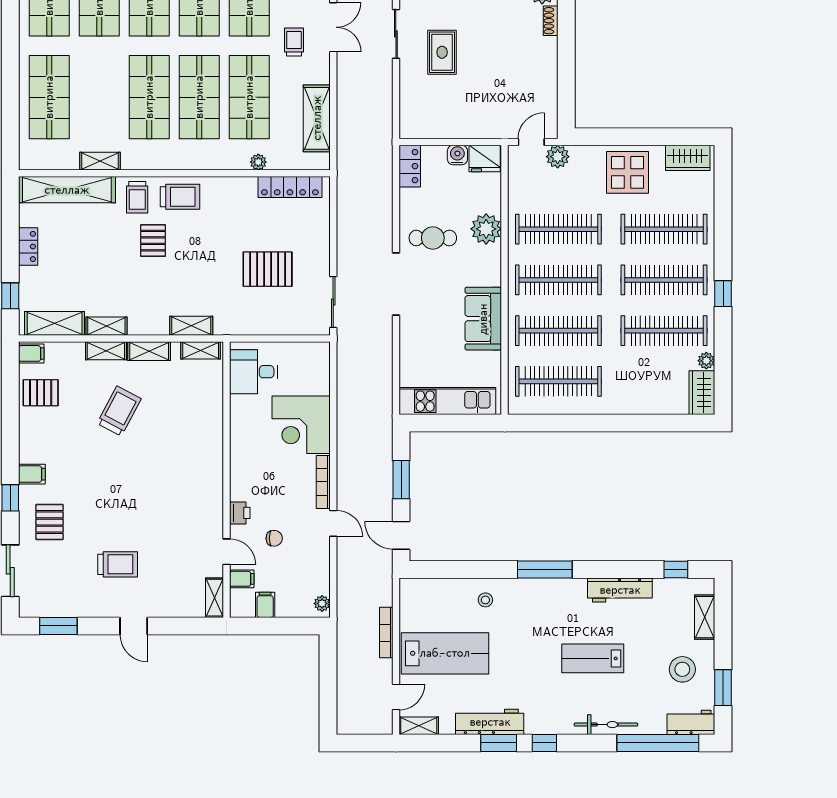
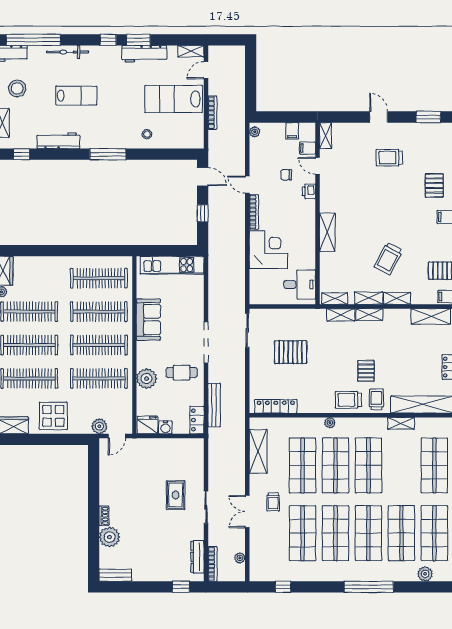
plant: (258, 162) -> (330, 423), moved
bench: (383, 189) -> (214, 405), added
shelving: (106, 326) -> (369, 315), moved
shelving: (212, 451) -> (327, 232), added
window: (401, 480) -> (203, 213), width x0.67

